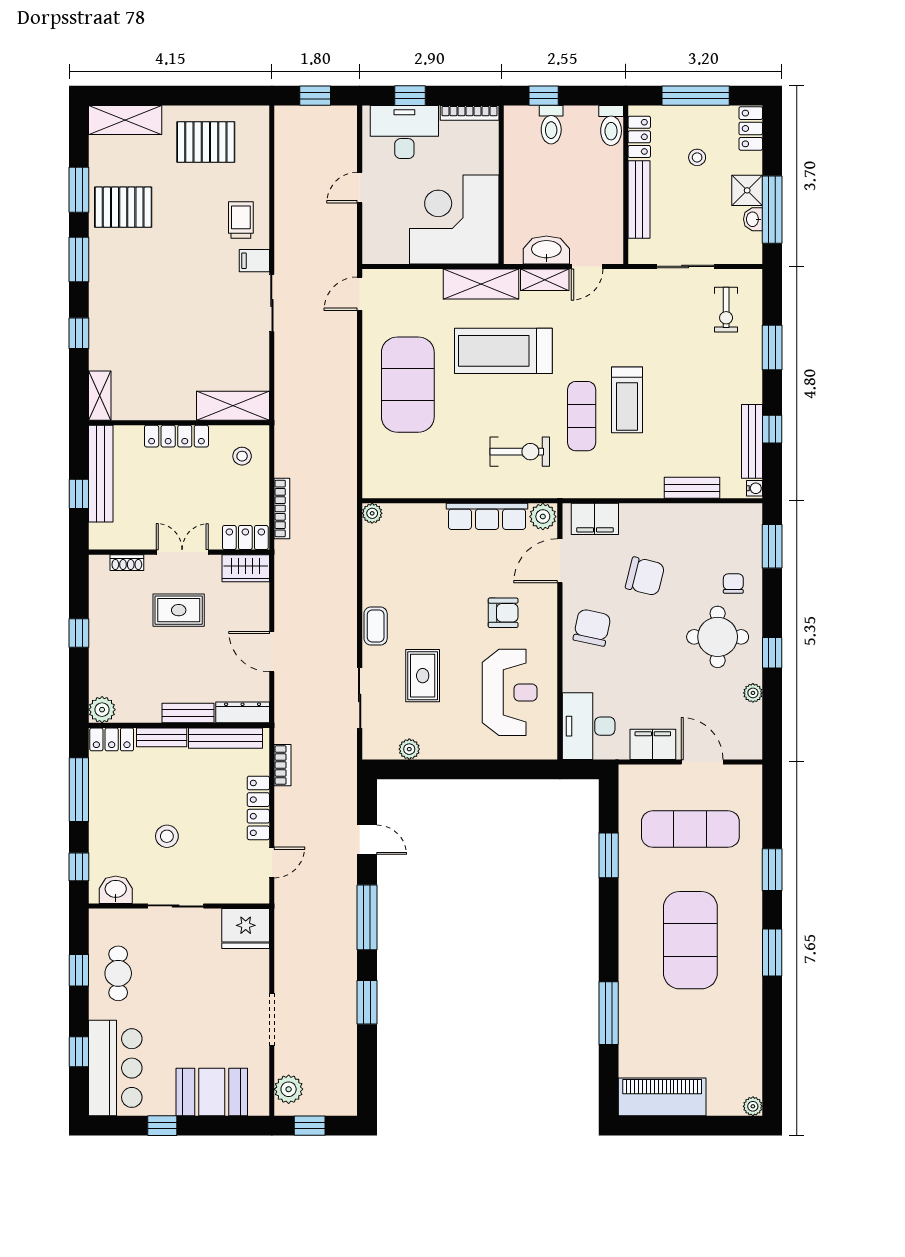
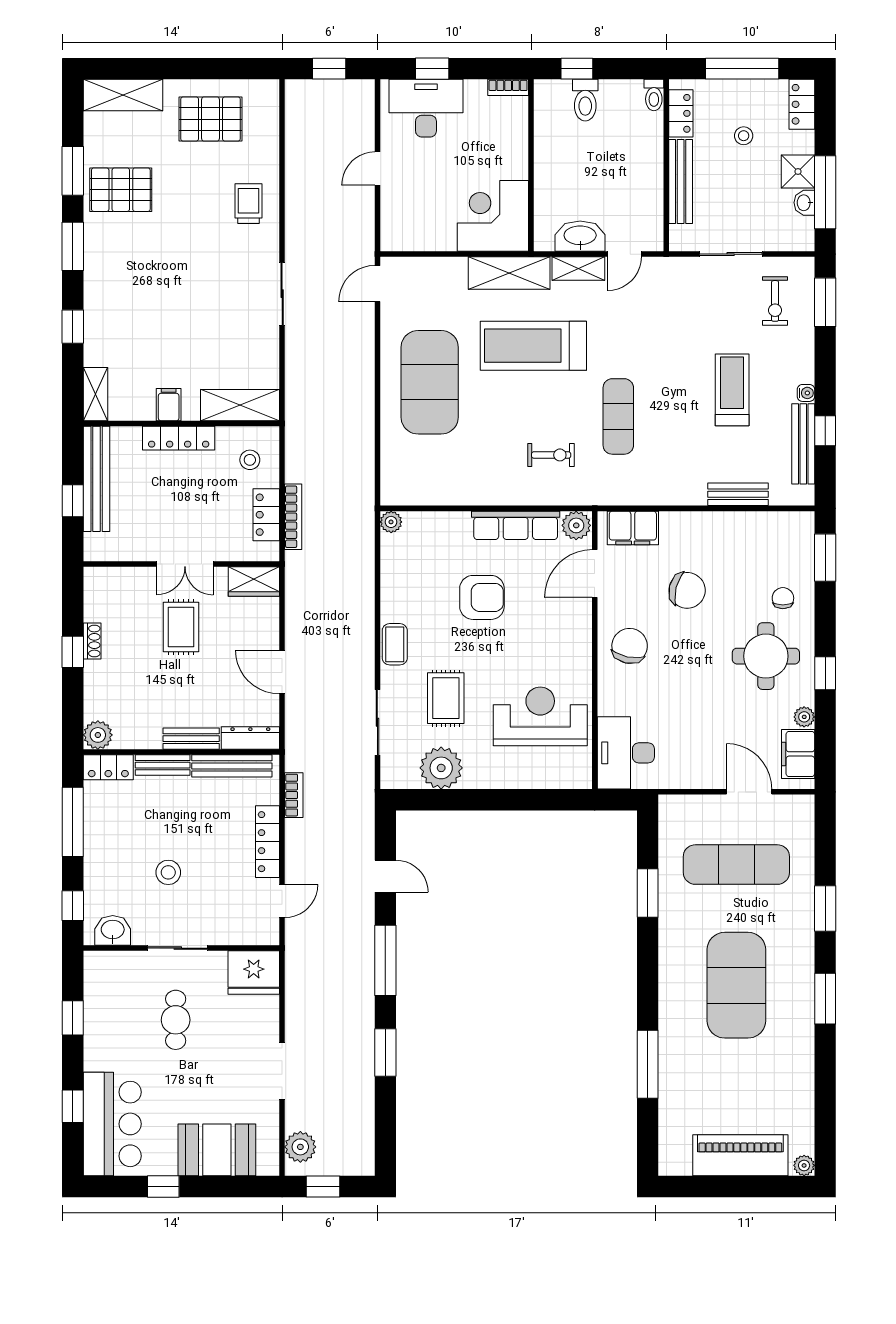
bookcase: (470, 113) -> (508, 87), width x0.64
toilet: (611, 126) -> (654, 95), width x0.73, depth x0.72
corner desk: (454, 219) -> (493, 216), width x0.74, depth x0.74
filing cabinet: (254, 261) -> (169, 405), moved, turned 90
window: (772, 348) -> (825, 302), moved
treadmill: (627, 400) -> (732, 390), moved, turned 180
exercise bike: (520, 452) -> (551, 455), width x0.73, depth x0.72
water cooler: (755, 488) -> (806, 393), moved
locker: (245, 537) -> (266, 515), moved, turned -90
double door: (182, 552) -> (185, 564), swing flipped
shoe rack: (127, 563) -> (92, 641), moved, turned -90
rug: (179, 610) -> (181, 627), turned 90
armchair: (503, 613) -> (482, 597), moved, width x1.38, depth x1.38
reception desk: (510, 692) -> (540, 716), turned -90
filing cabinet: (653, 744) -> (798, 754), moved, turned -90
plant: (409, 749) -> (441, 768), width x1.88, depth x1.88
cafe table: (118, 973) -> (176, 1020), moved
piano: (662, 1097) -> (740, 1155), moved

